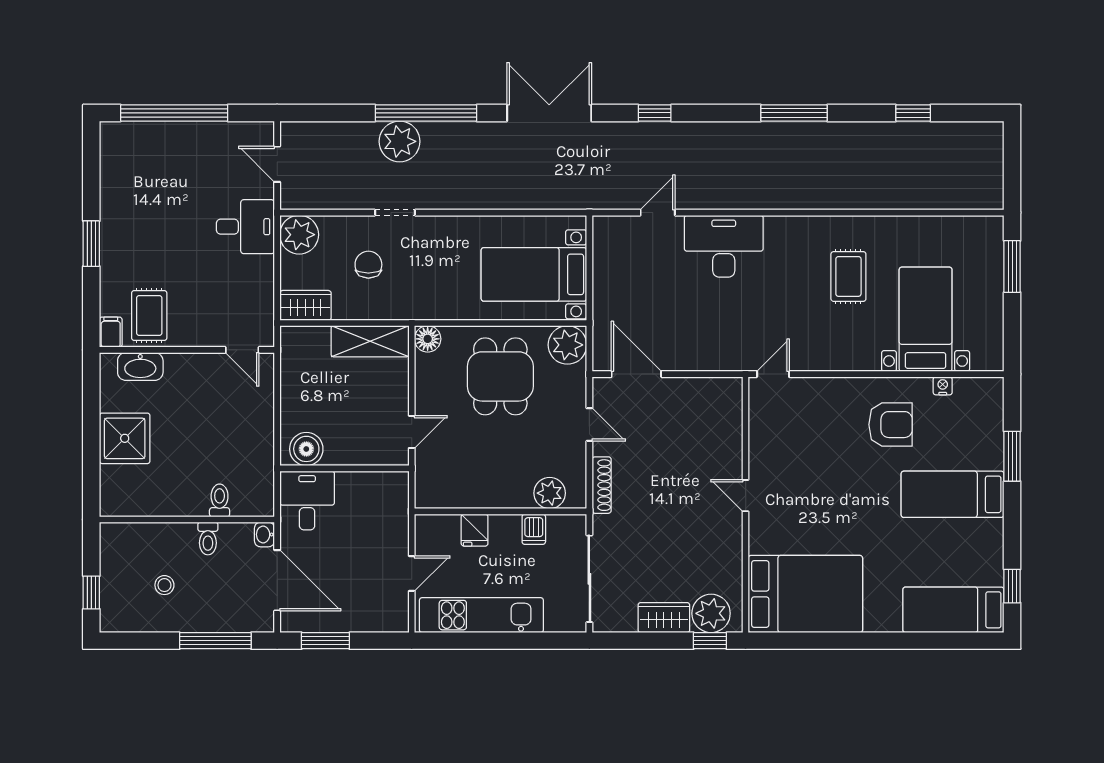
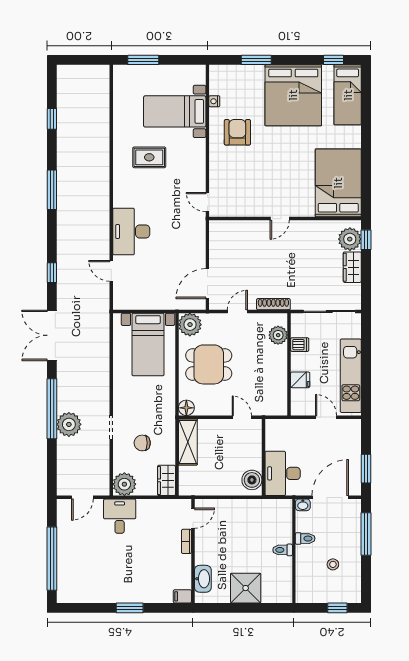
rug: (149, 315) -> (172, 573), removed
bookcase: (203, 339) -> (186, 541), added
bed: (953, 494) -> (293, 95), width x2.04
toilet: (220, 500) -> (283, 550), moved
desk: (307, 500) -> (283, 473), width x1.37

